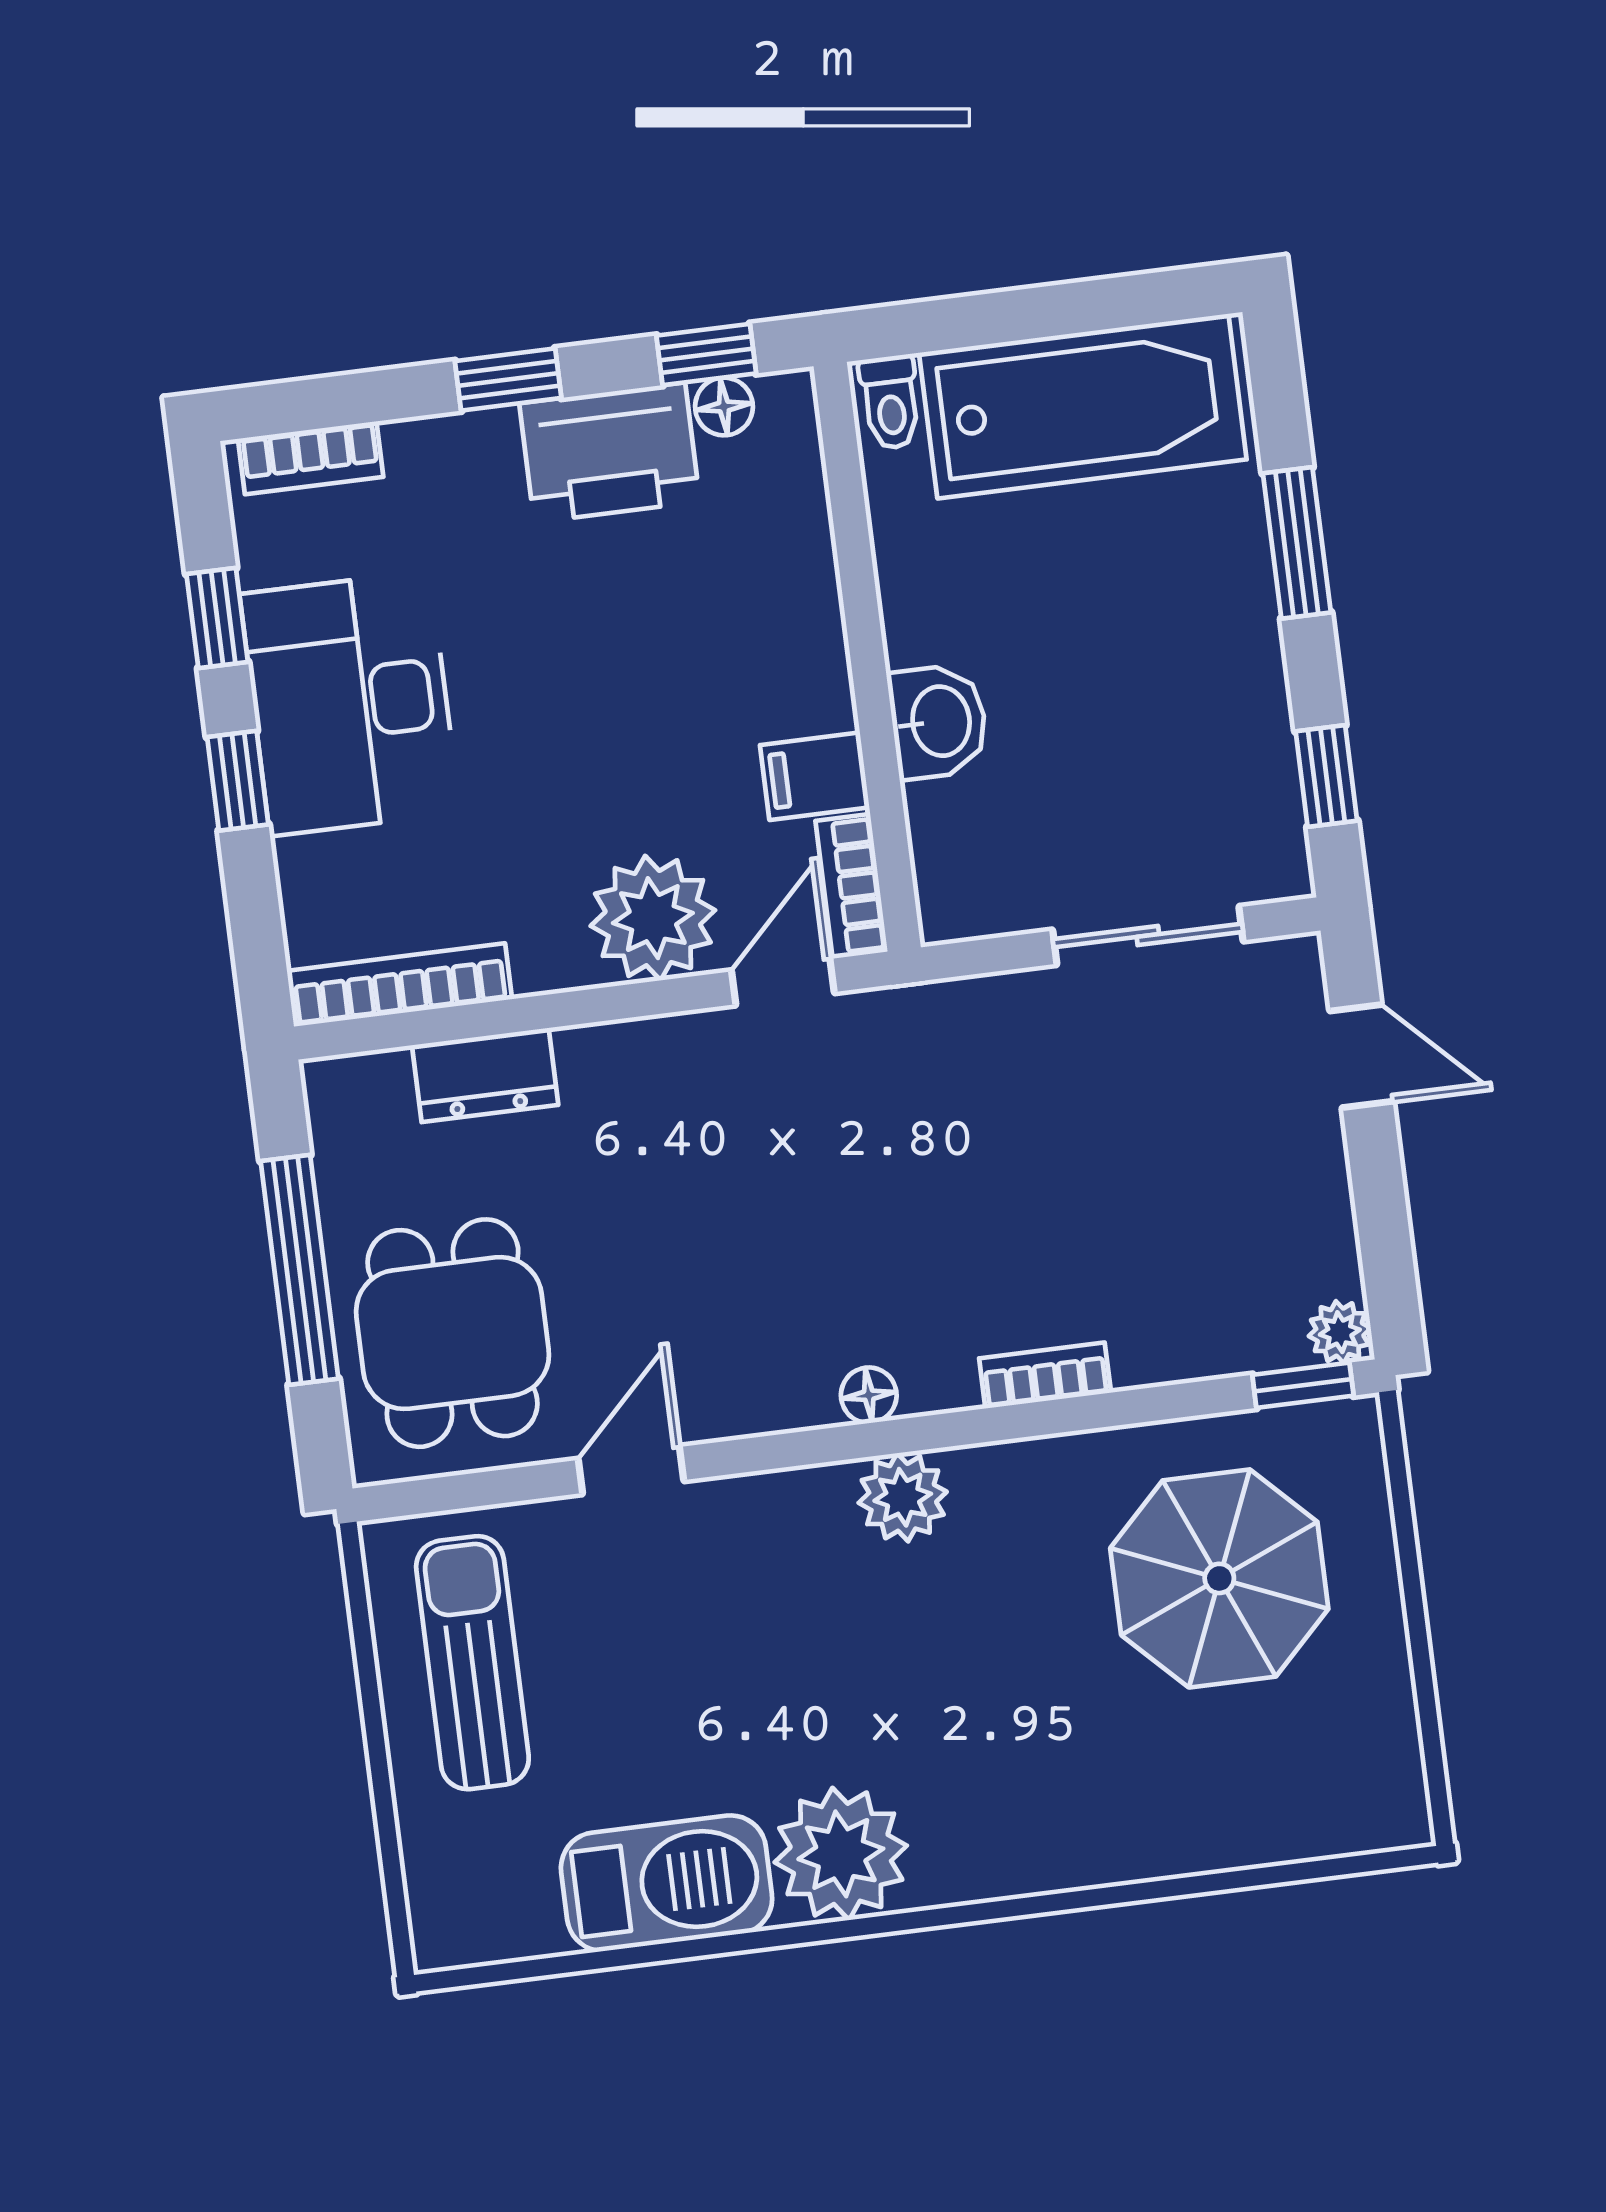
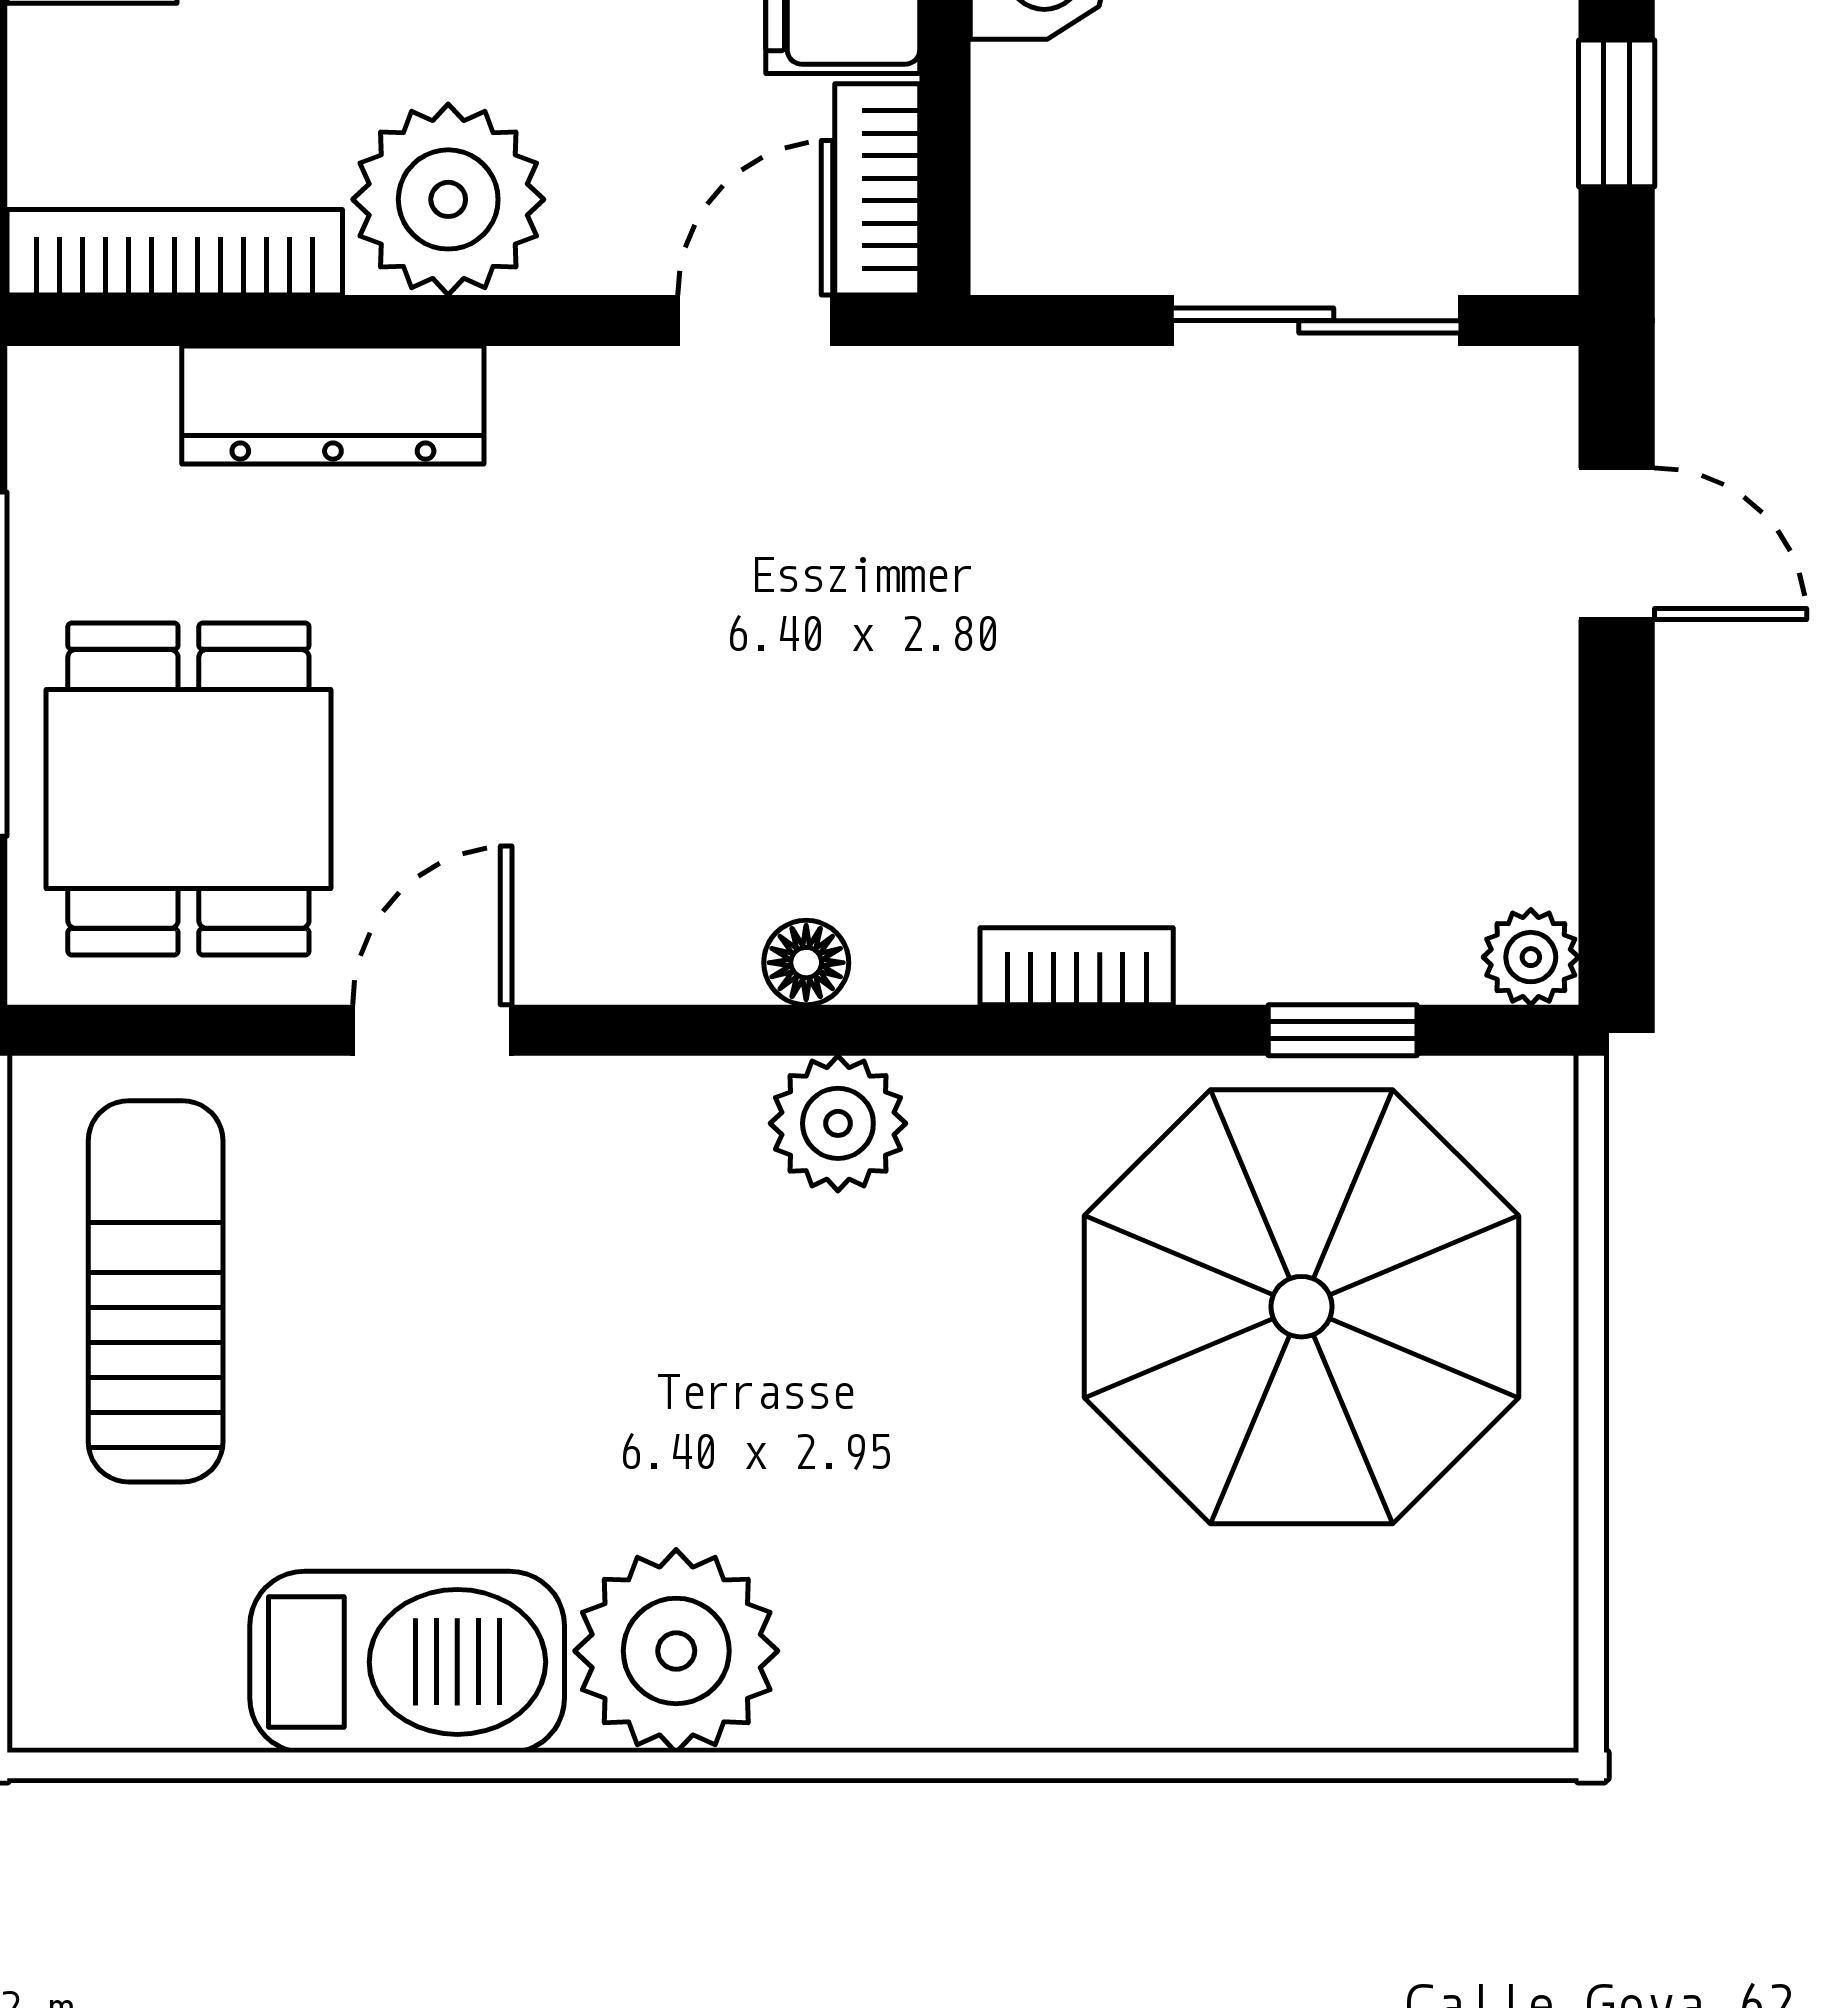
plant: (653, 918) -> (448, 199), moved
dresser: (485, 1075) -> (333, 405), width x1.44
window: (1303, 1385) -> (1343, 1030), moved
parasol: (1219, 1578) -> (1301, 1307), width x1.36, depth x1.36

